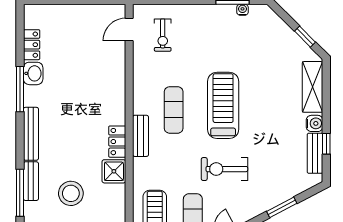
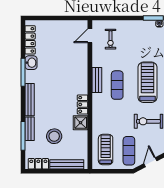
locker: (32, 45) -> (30, 40), width x1.53
bench: (141, 136) -> (97, 80), moved

